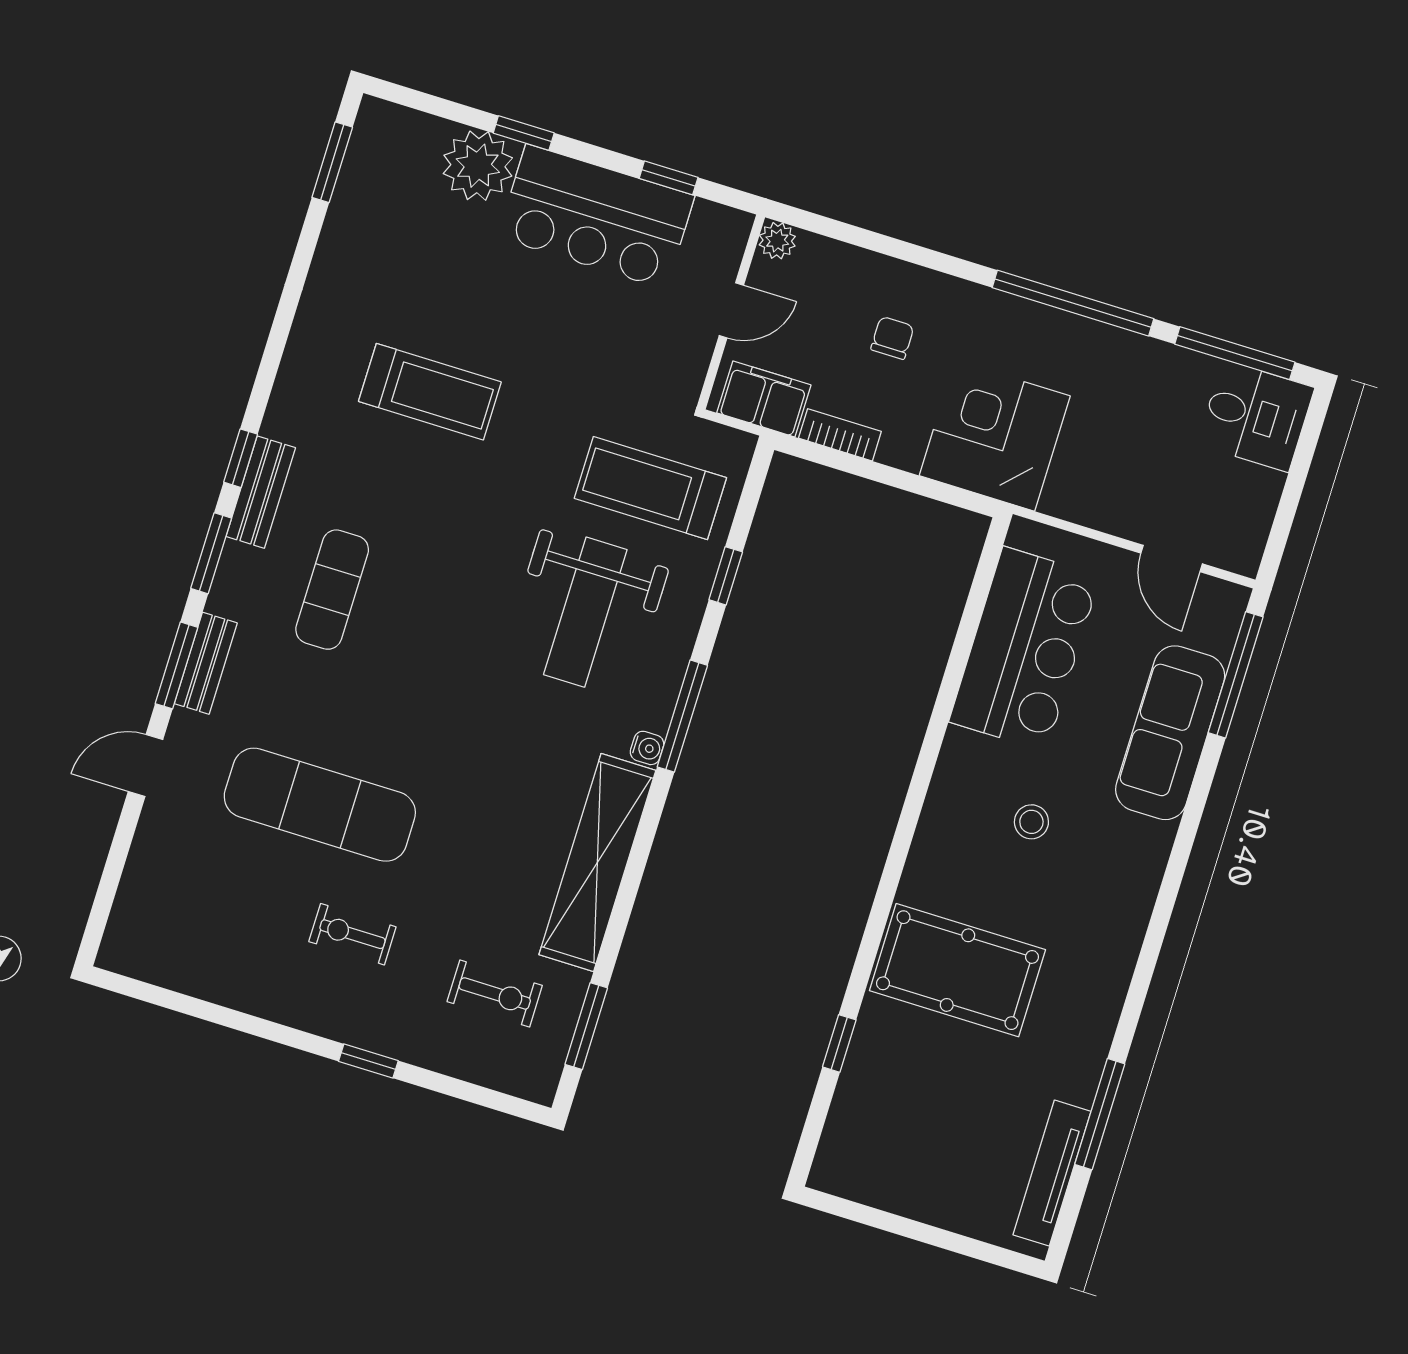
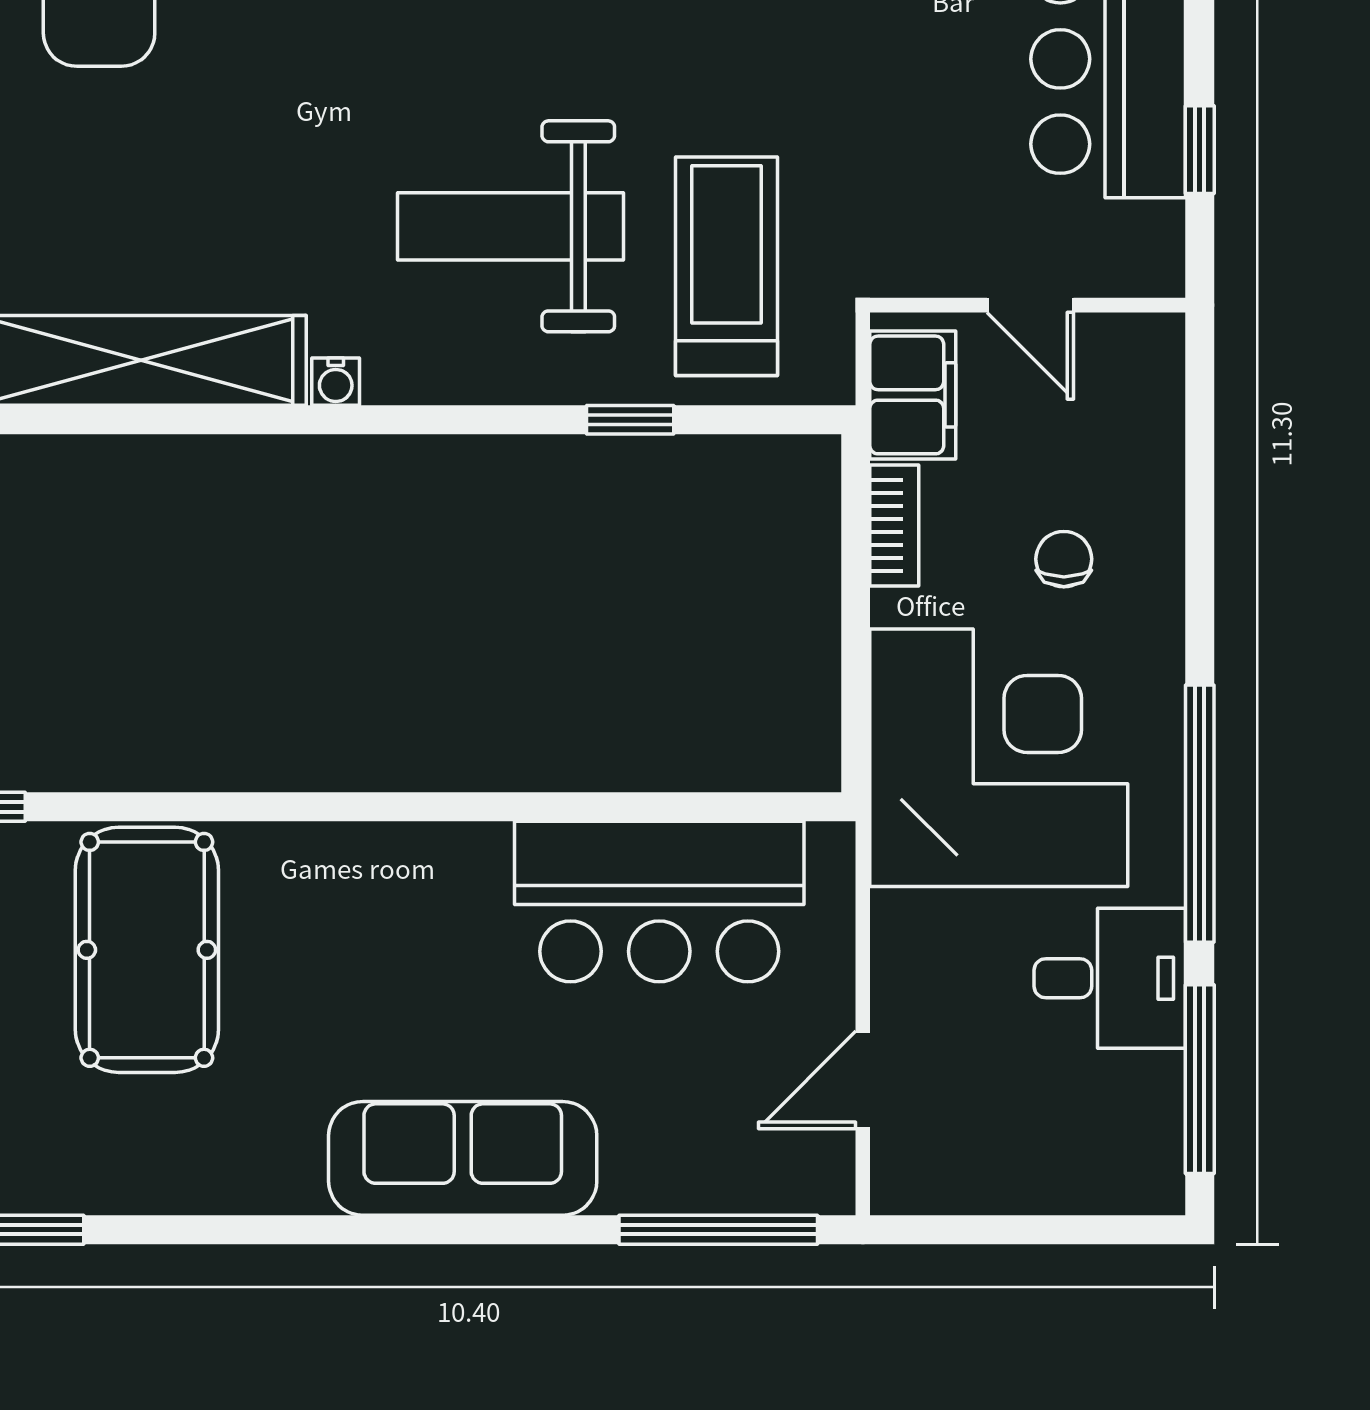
plant: (777, 241) -> (1156, 342), removed
chair: (892, 338) -> (1064, 559), turned -90
desk: (1256, 416) -> (1110, 978), moved, turned -90
corner desk: (995, 436) -> (999, 758), width x1.36, depth x1.36
window: (682, 716) -> (400, 420), removed
sofa: (1170, 733) -> (463, 1158), moved
stool: (1031, 822) -> (403, 992), removed

